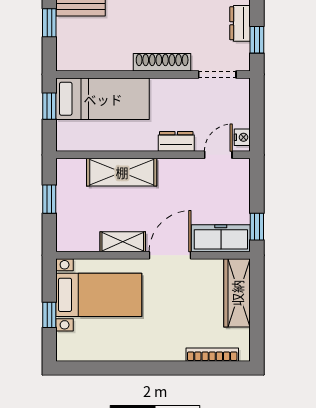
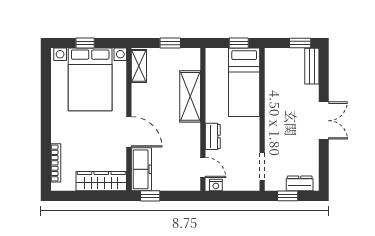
shoe rack: (162, 62) -> (271, 126), removed
shelving: (123, 242) -> (139, 66), moved
bed with nightstands: (99, 295) -> (90, 79), width x1.36

